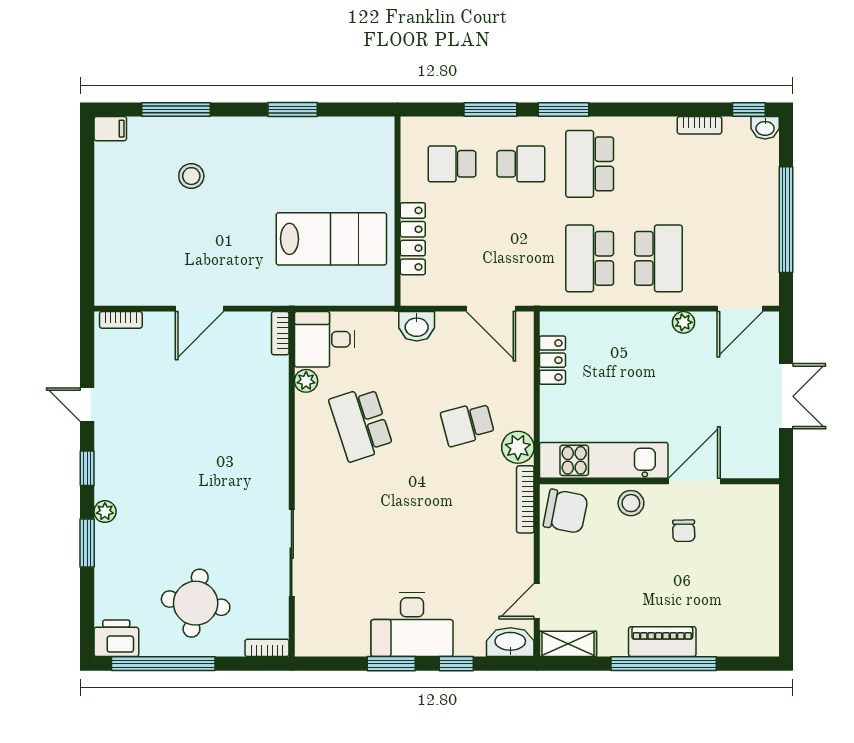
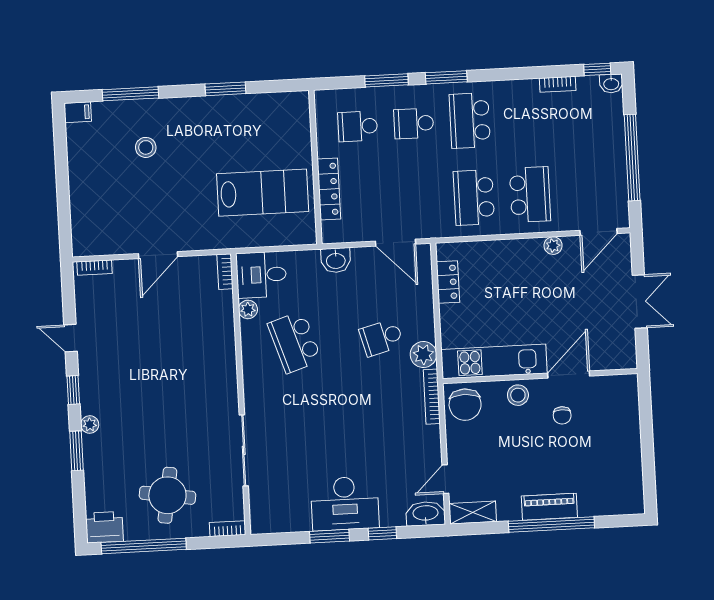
school desk: (521, 164) -> (414, 123), turned 180
chair: (566, 511) -> (465, 405), turned 79

